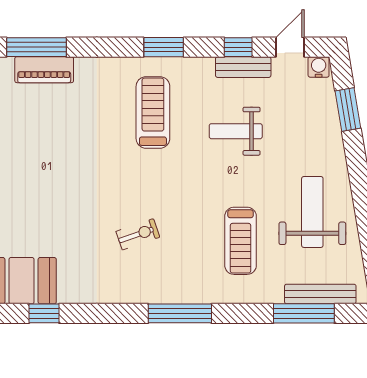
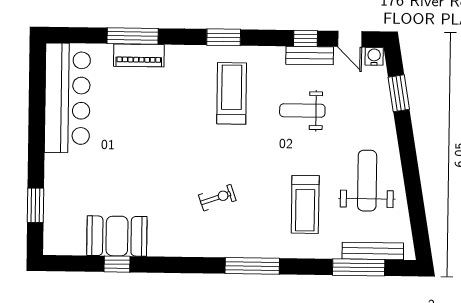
window: (164, 47) -> (224, 37), moved
door: (290, 47) -> (350, 39), swing flipped
window: (44, 313) -> (117, 264), moved

